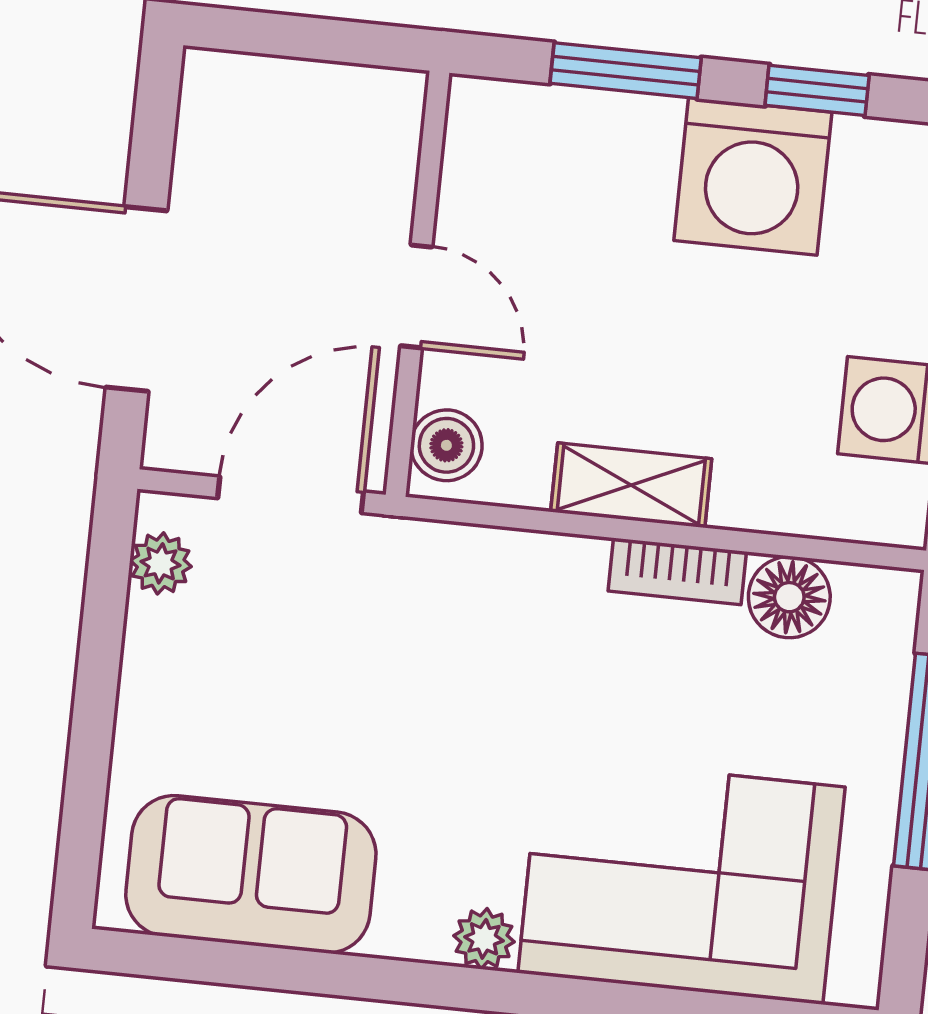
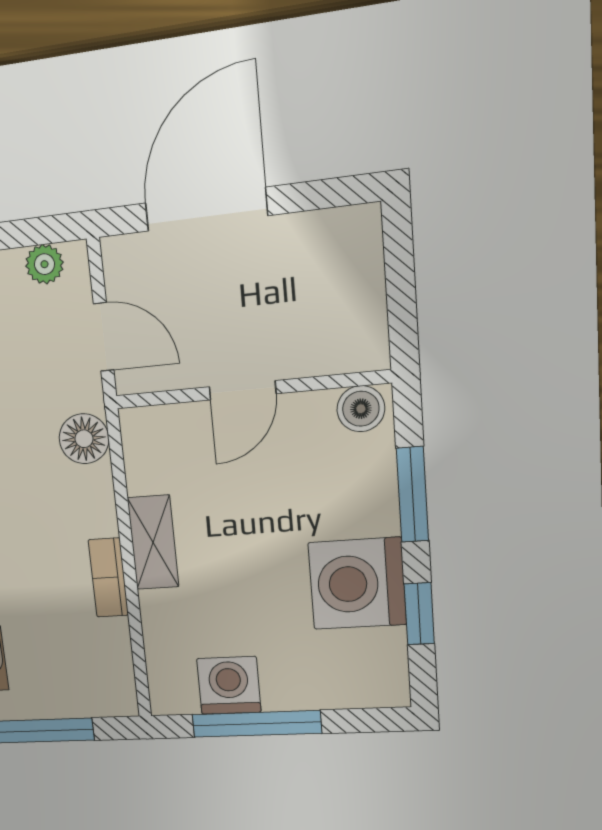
boiler: (446, 445) -> (361, 409), moved
door: (291, 495) -> (104, 337), width x0.73
floor lamp: (789, 597) -> (84, 439), moved

